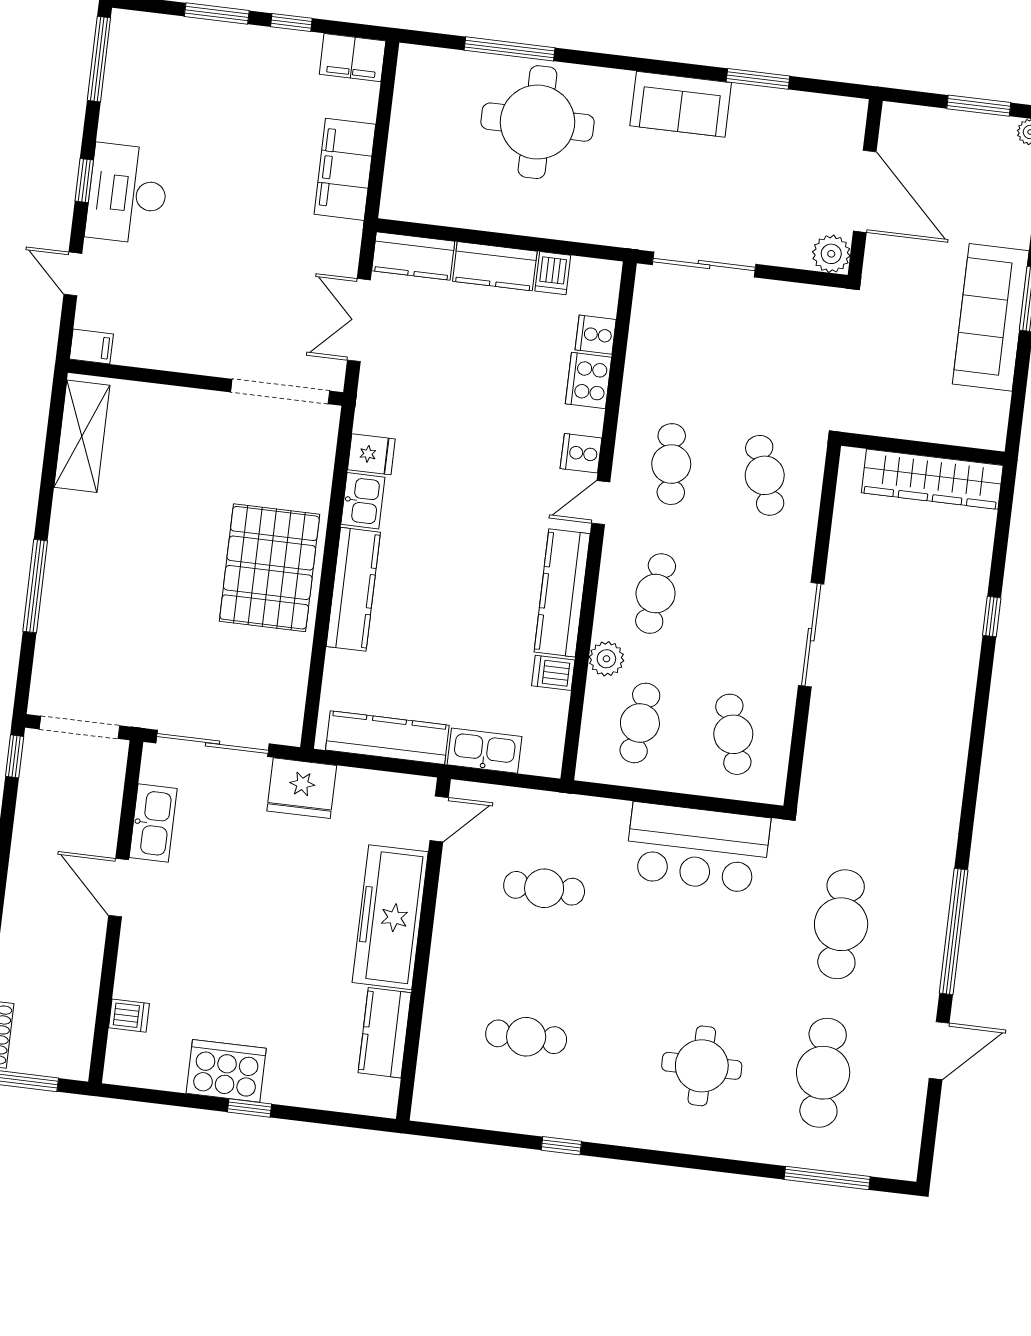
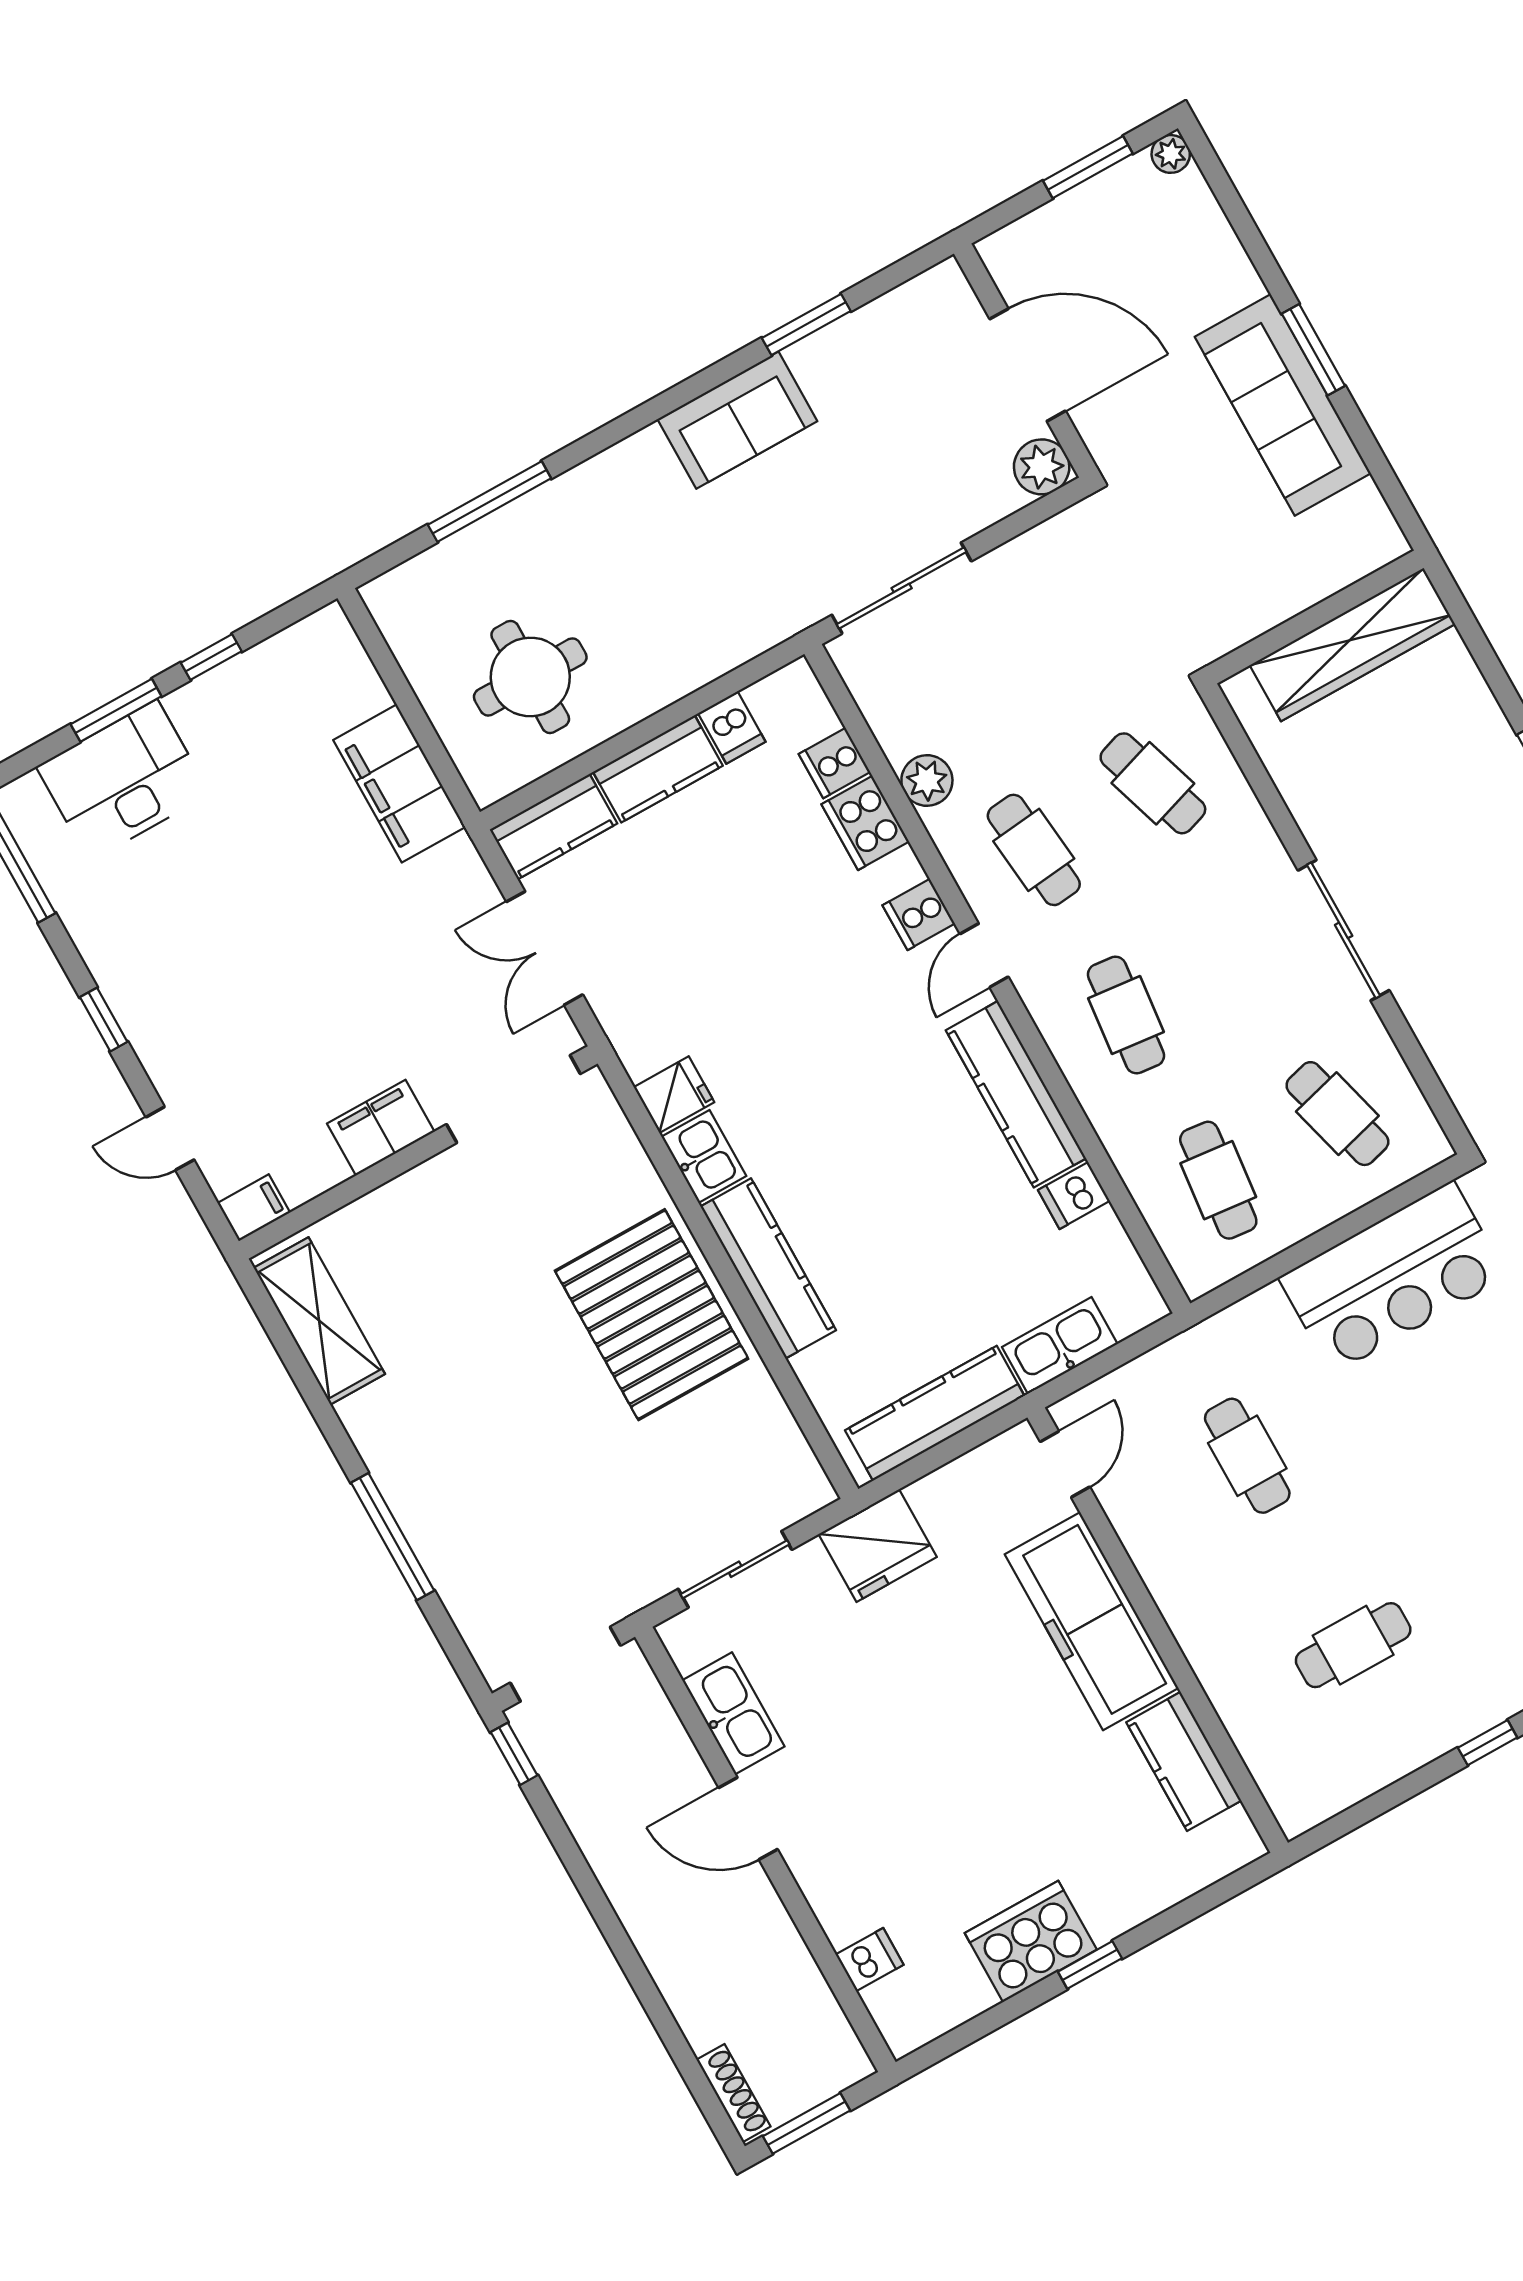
filing cabinet: (353, 58) -> (381, 1128), moved, turned 180
round table: (537, 122) -> (530, 677), moved, width x0.73, depth x0.73
desk: (127, 194) -> (123, 780), moved, turned 90
plant: (606, 659) -> (927, 781), moved
sliding door: (213, 743) -> (735, 1569), width x0.73
cafe table: (544, 888) -> (1247, 1456), turned 90

